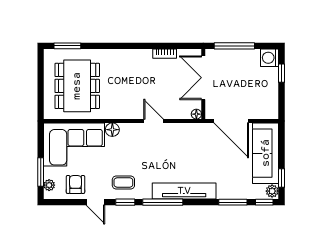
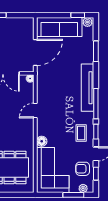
window: (264, 202) -> (96, 174), moved

